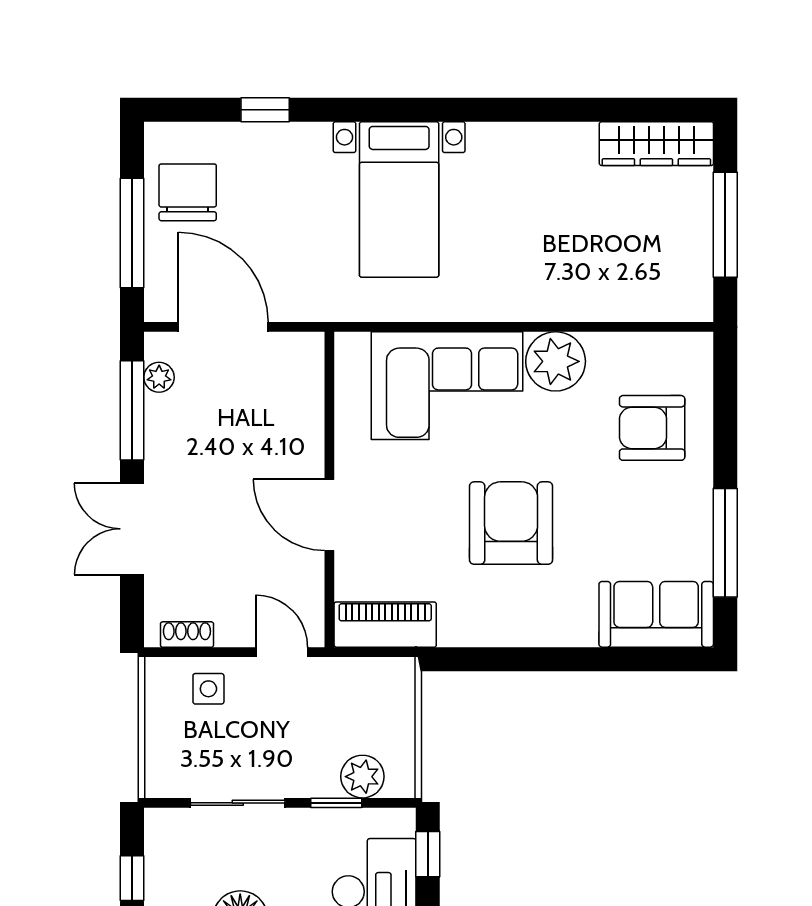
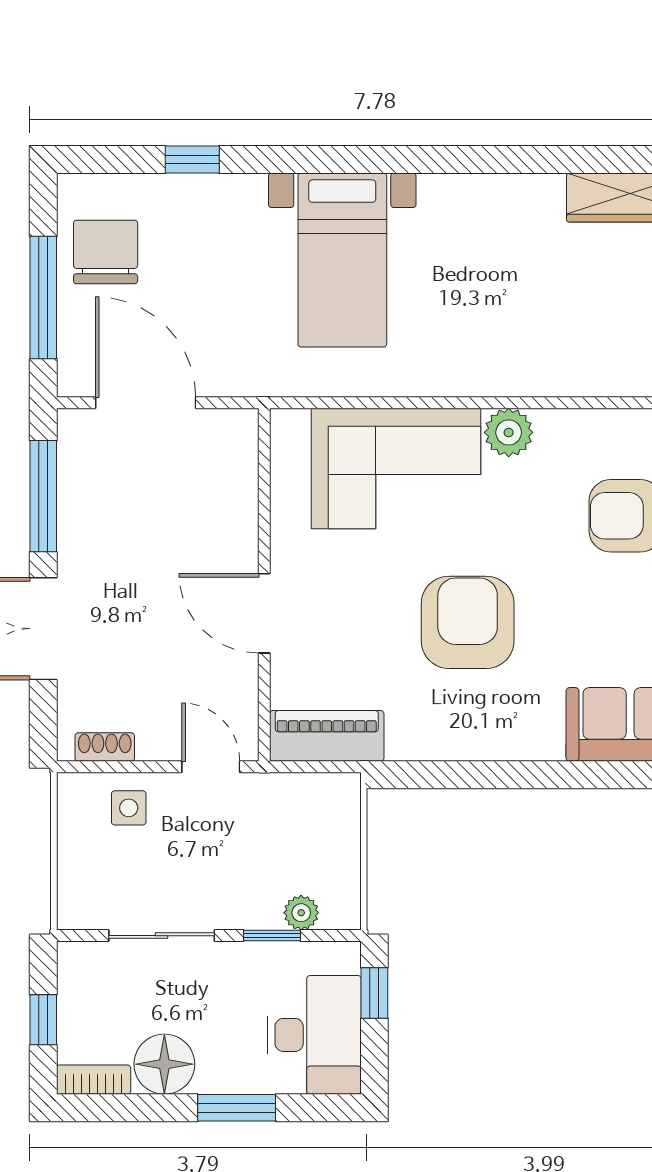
plant: (556, 361) -> (509, 432), width x0.73, depth x0.73
plant: (159, 377) -> (73, 459), removed
plant: (362, 777) -> (301, 913), width x0.73, depth x0.73

